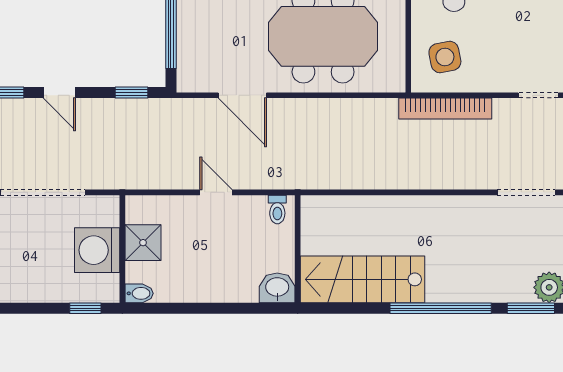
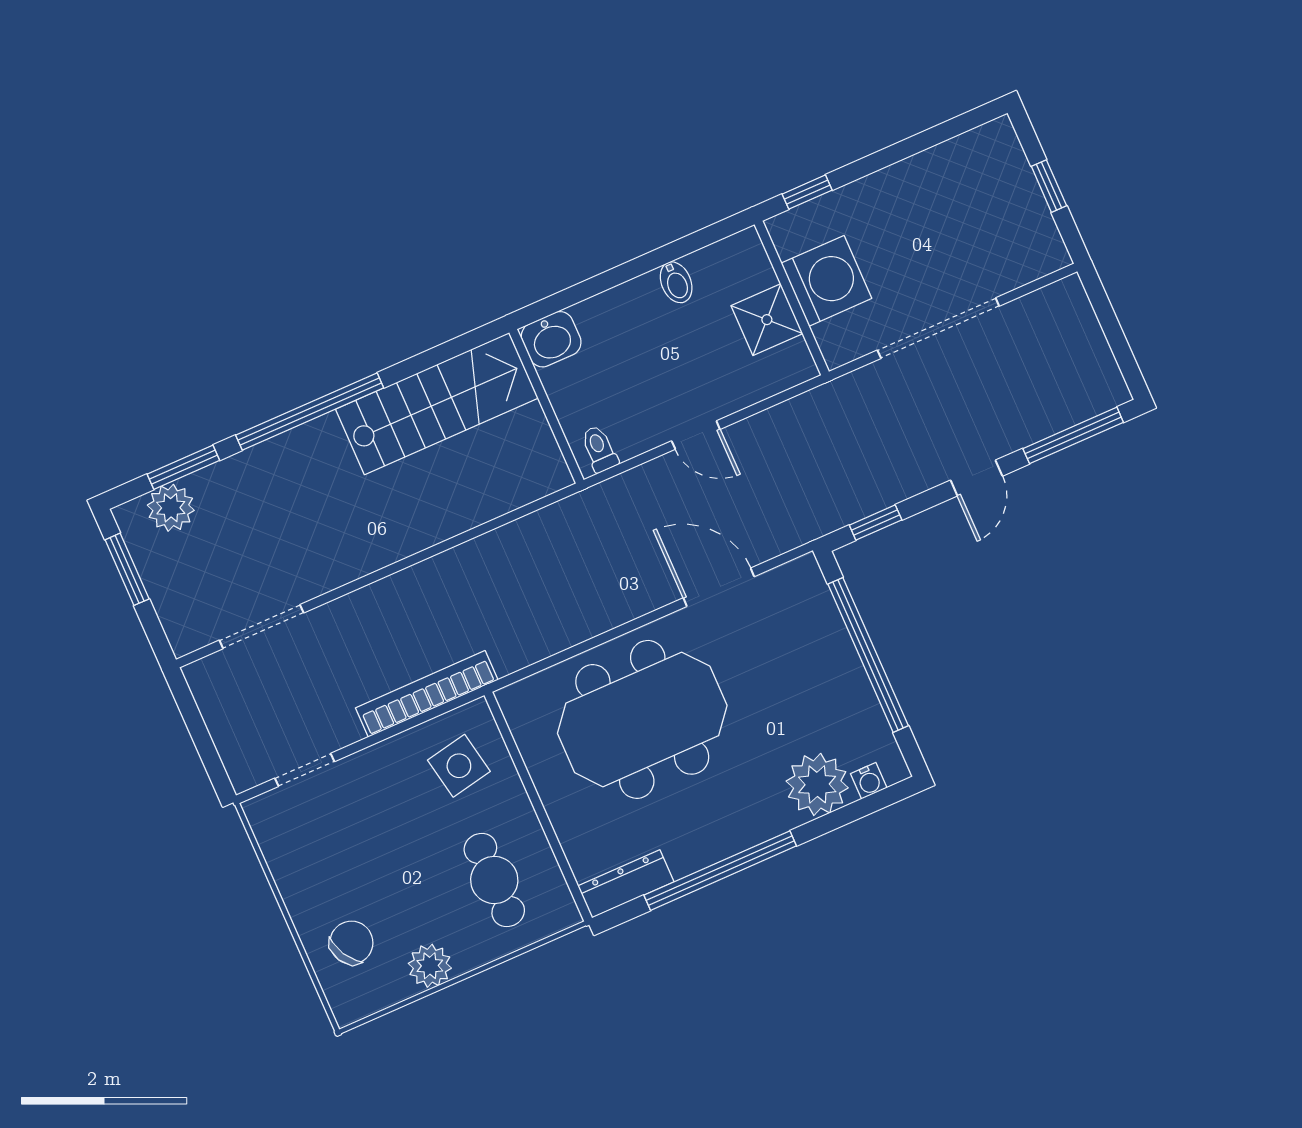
door: (59, 93) -> (976, 478), swing flipped
bidet: (139, 293) -> (676, 282), moved, turned -90

